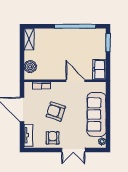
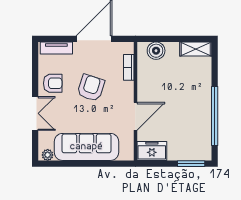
double door: (73, 150) -> (35, 113), swing flipped

